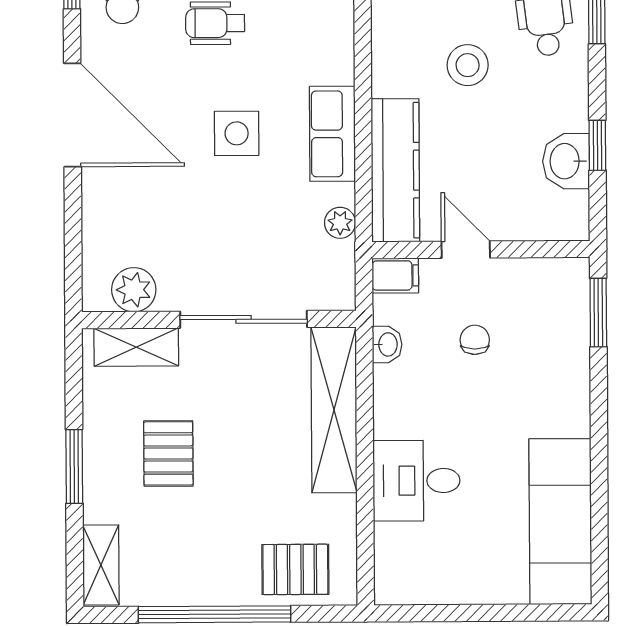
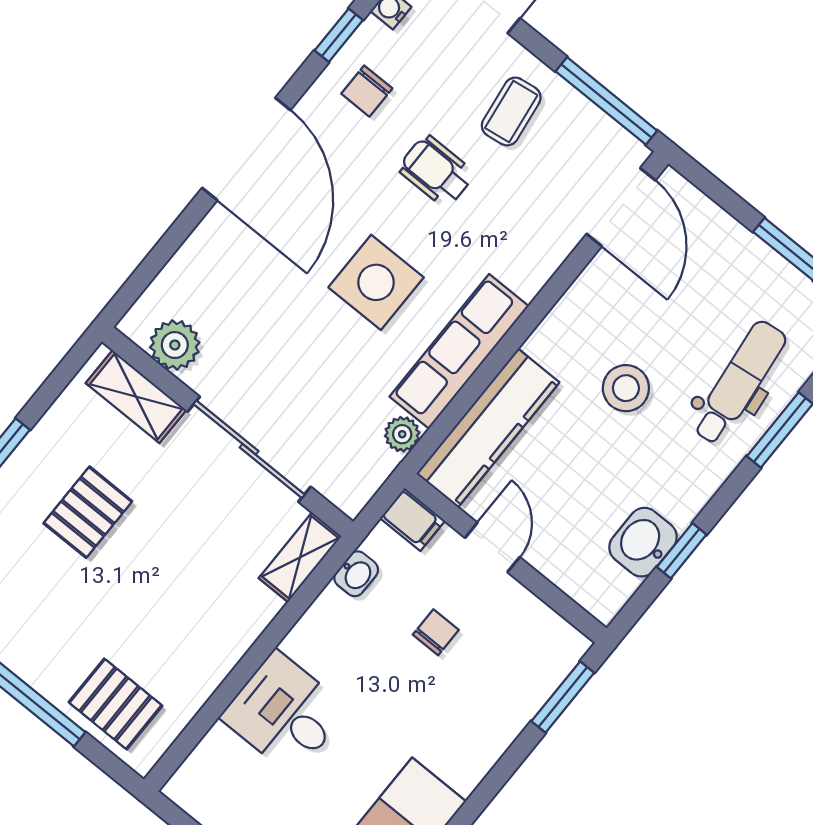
side table: (237, 133) -> (376, 282), width x1.37, depth x1.37
row of seats: (332, 134) -> (459, 351), width x1.48
shelving: (334, 410) -> (300, 557), width x0.45, depth x0.75

